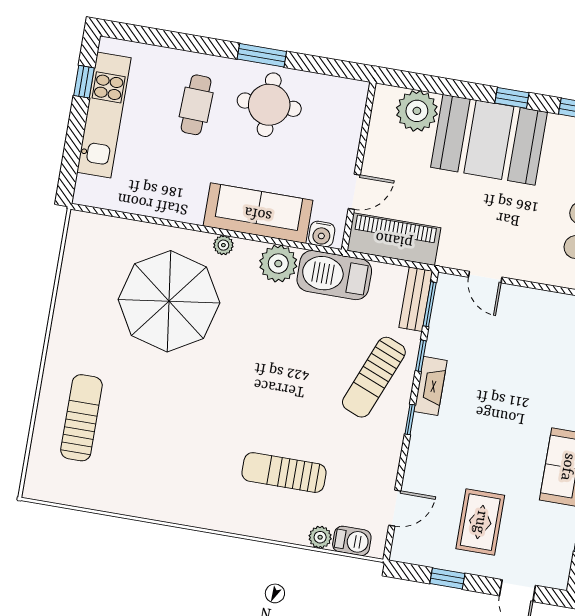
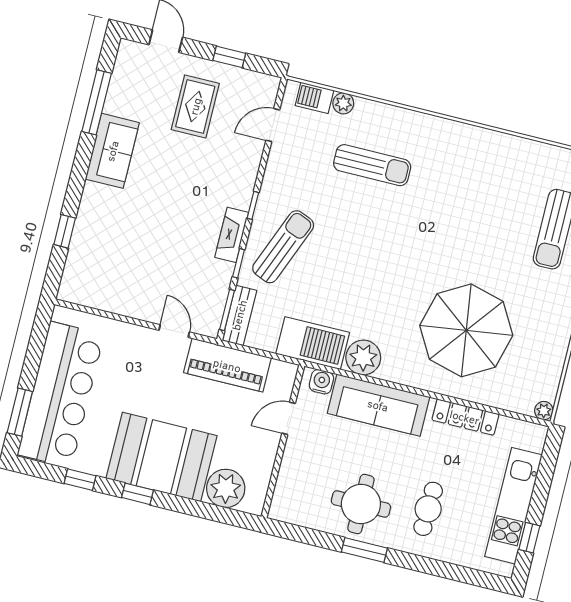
locker: (163, 207) -> (465, 417), added
piano: (394, 239) -> (227, 365), moved
plant: (223, 245) -> (544, 411), moved

